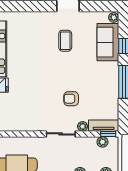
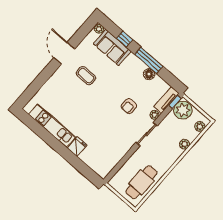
floor lamp: (112, 92) -> (149, 74), added
plant: (102, 142) -> (183, 110), width x1.87, depth x1.87

